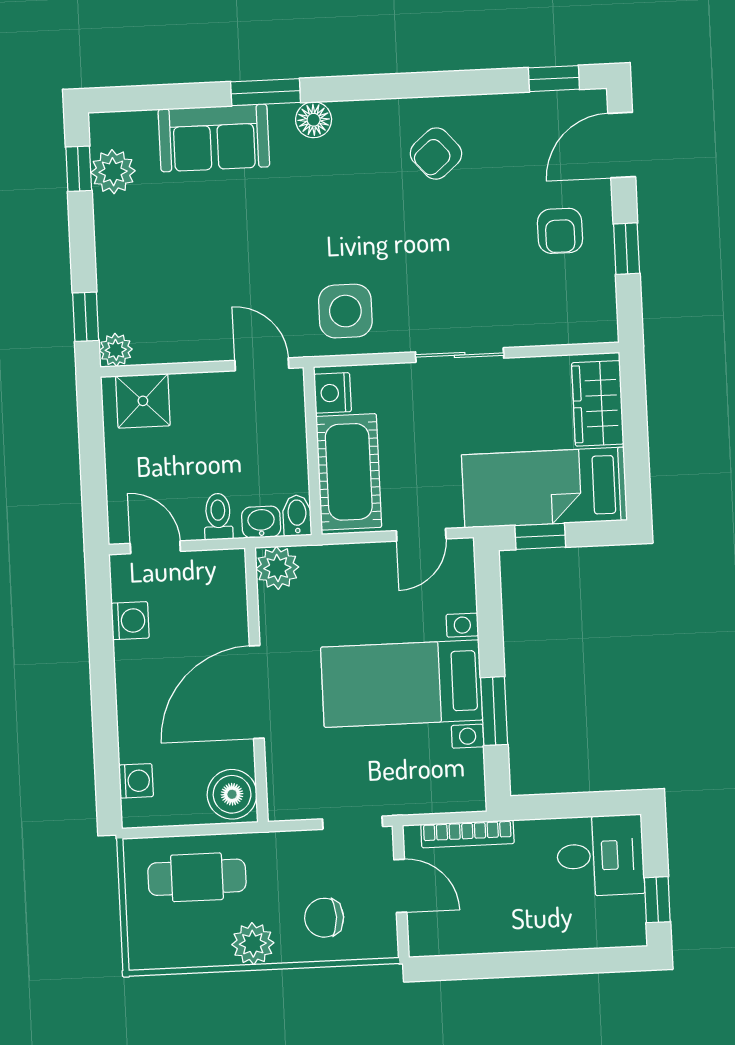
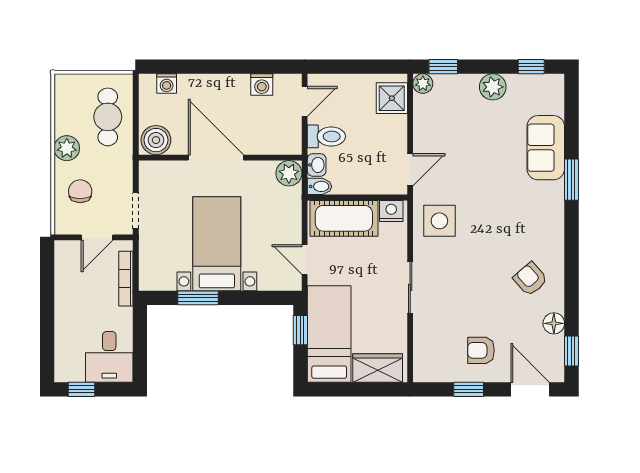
floor lamp: (314, 120) -> (554, 323), moved
plant: (113, 172) -> (493, 87), moved
toilet: (218, 517) -> (326, 136), width x1.37, depth x1.39

